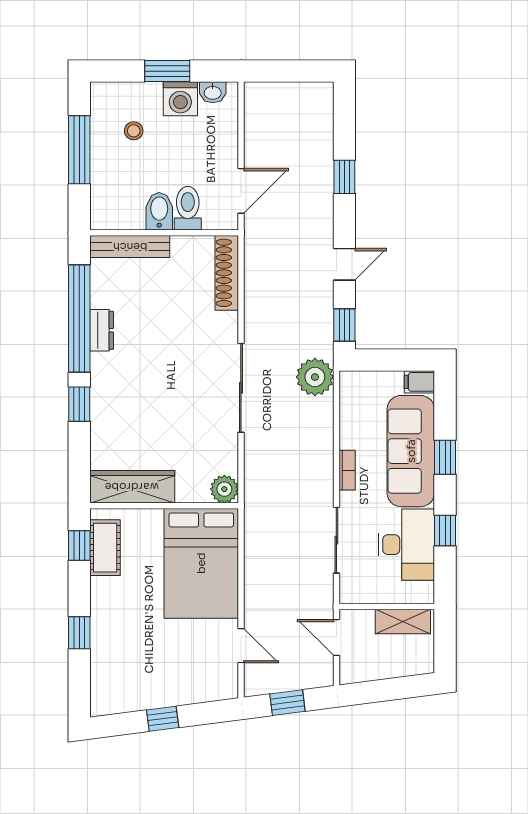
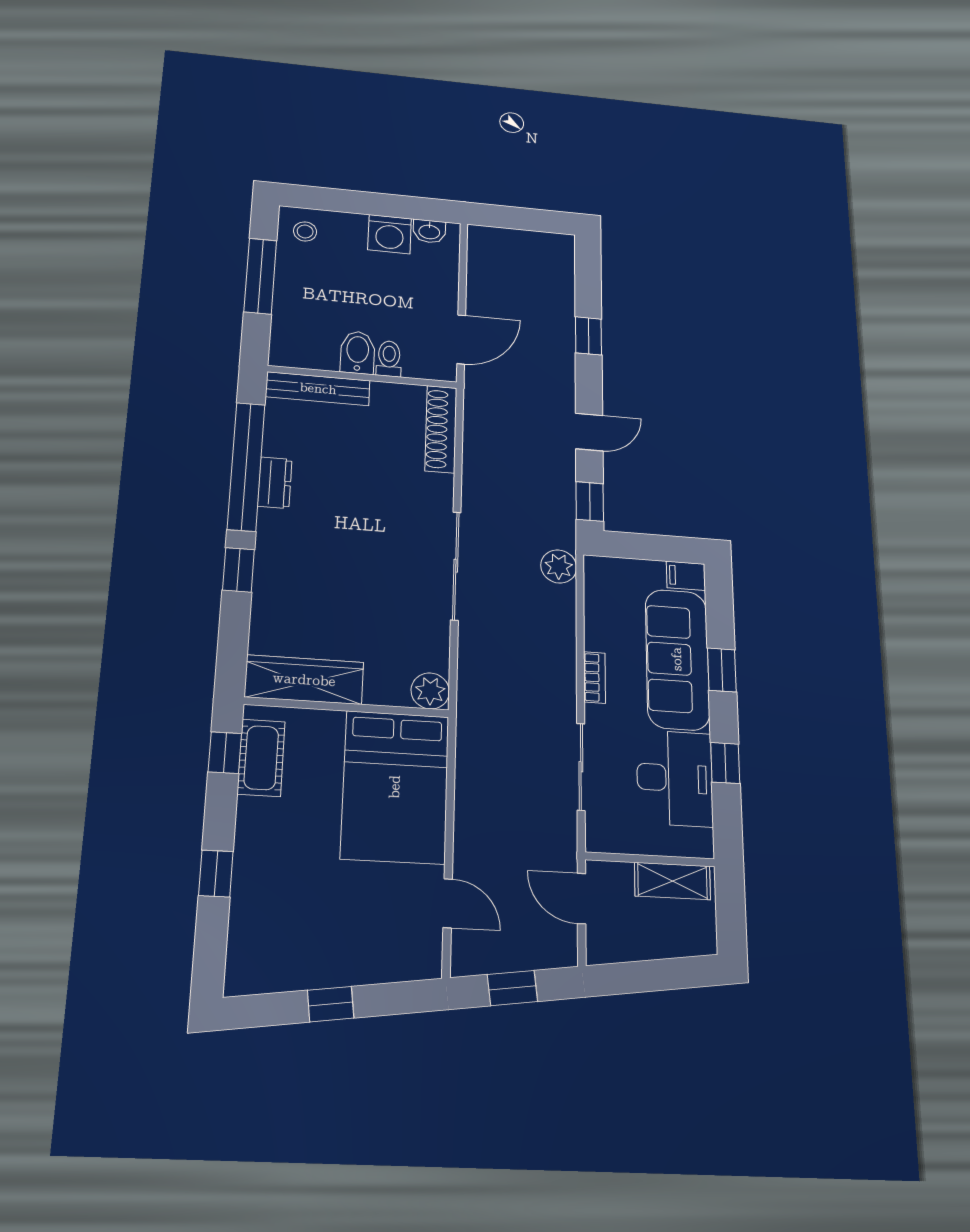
window: (167, 71) -> (375, 204), removed
stool: (134, 131) -> (305, 231), moved
toilet: (188, 208) -> (389, 359), width x0.73, depth x0.72
plant: (315, 377) -> (559, 566), width x0.73, depth x0.73

